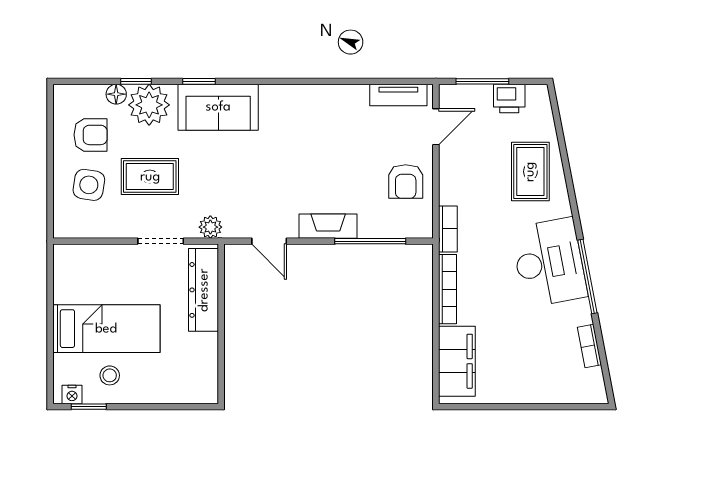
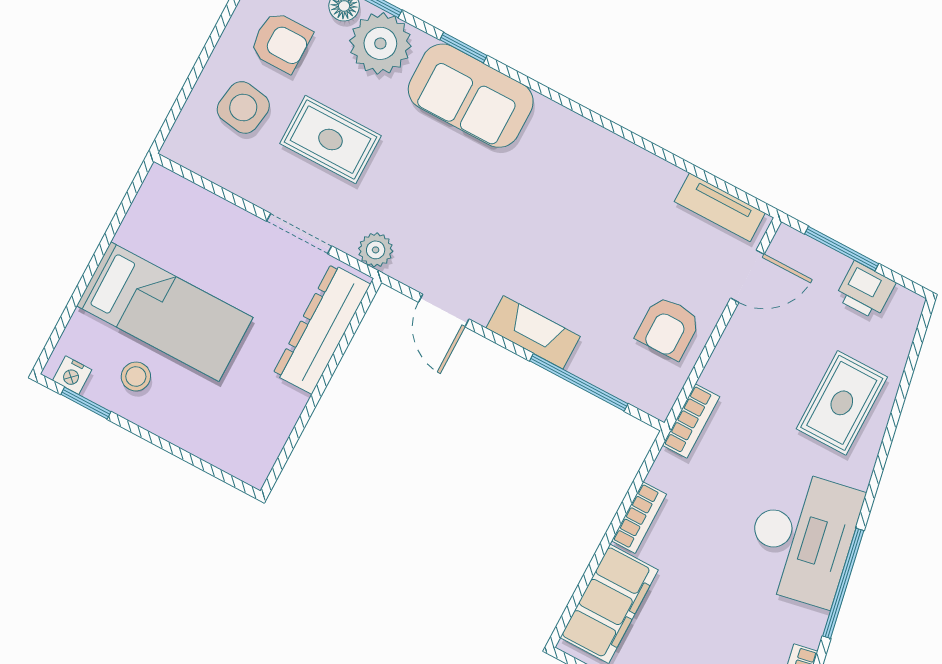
bookcase: (448, 289) -> (639, 518), width x0.64

